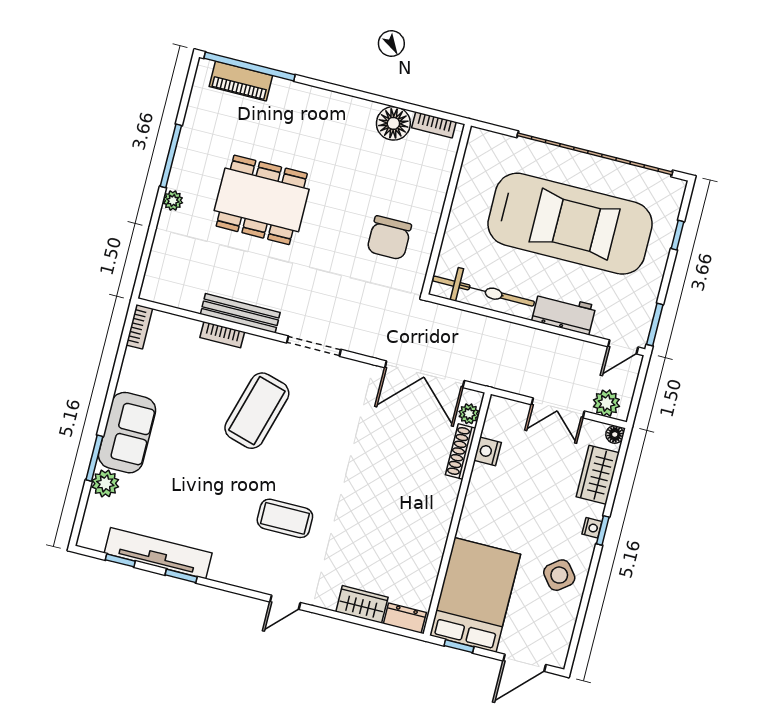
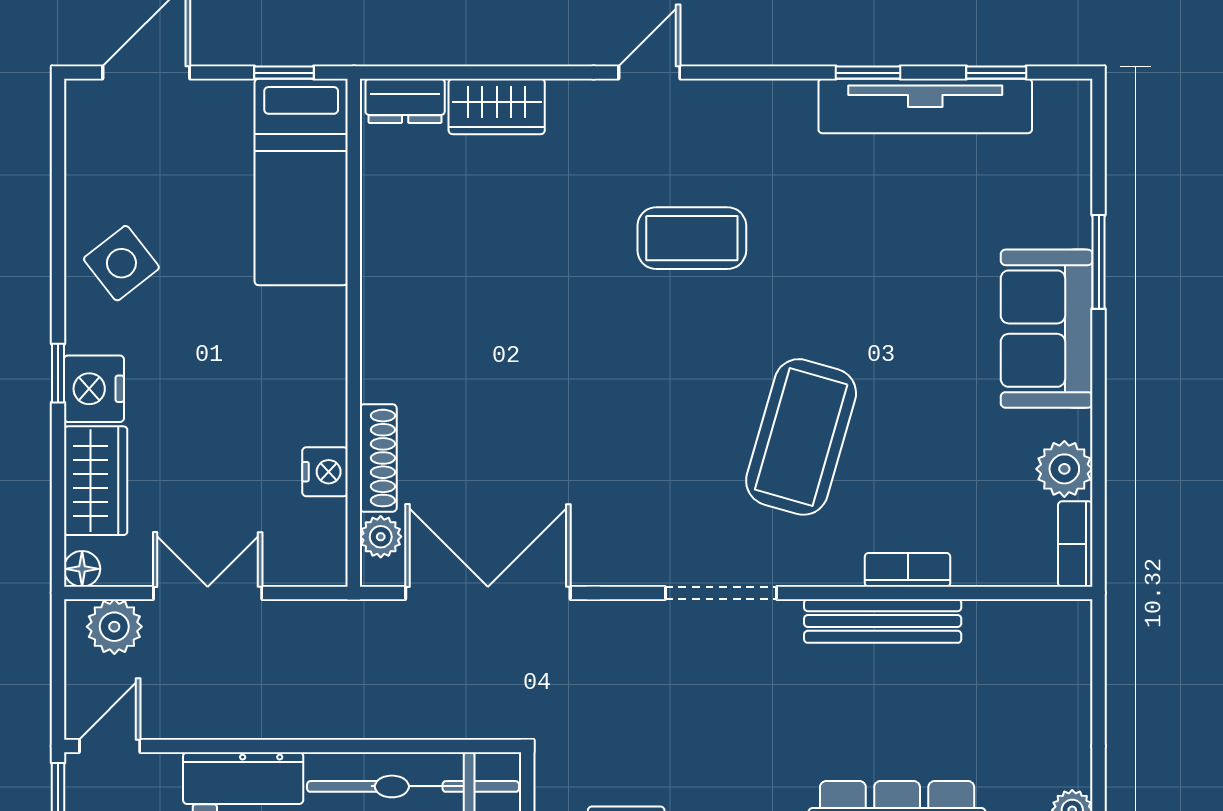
plant: (105, 483) -> (1064, 469), moved
nightstand: (592, 528) -> (94, 389), width x1.89, depth x1.79
bed: (475, 595) -> (301, 182), width x0.67

